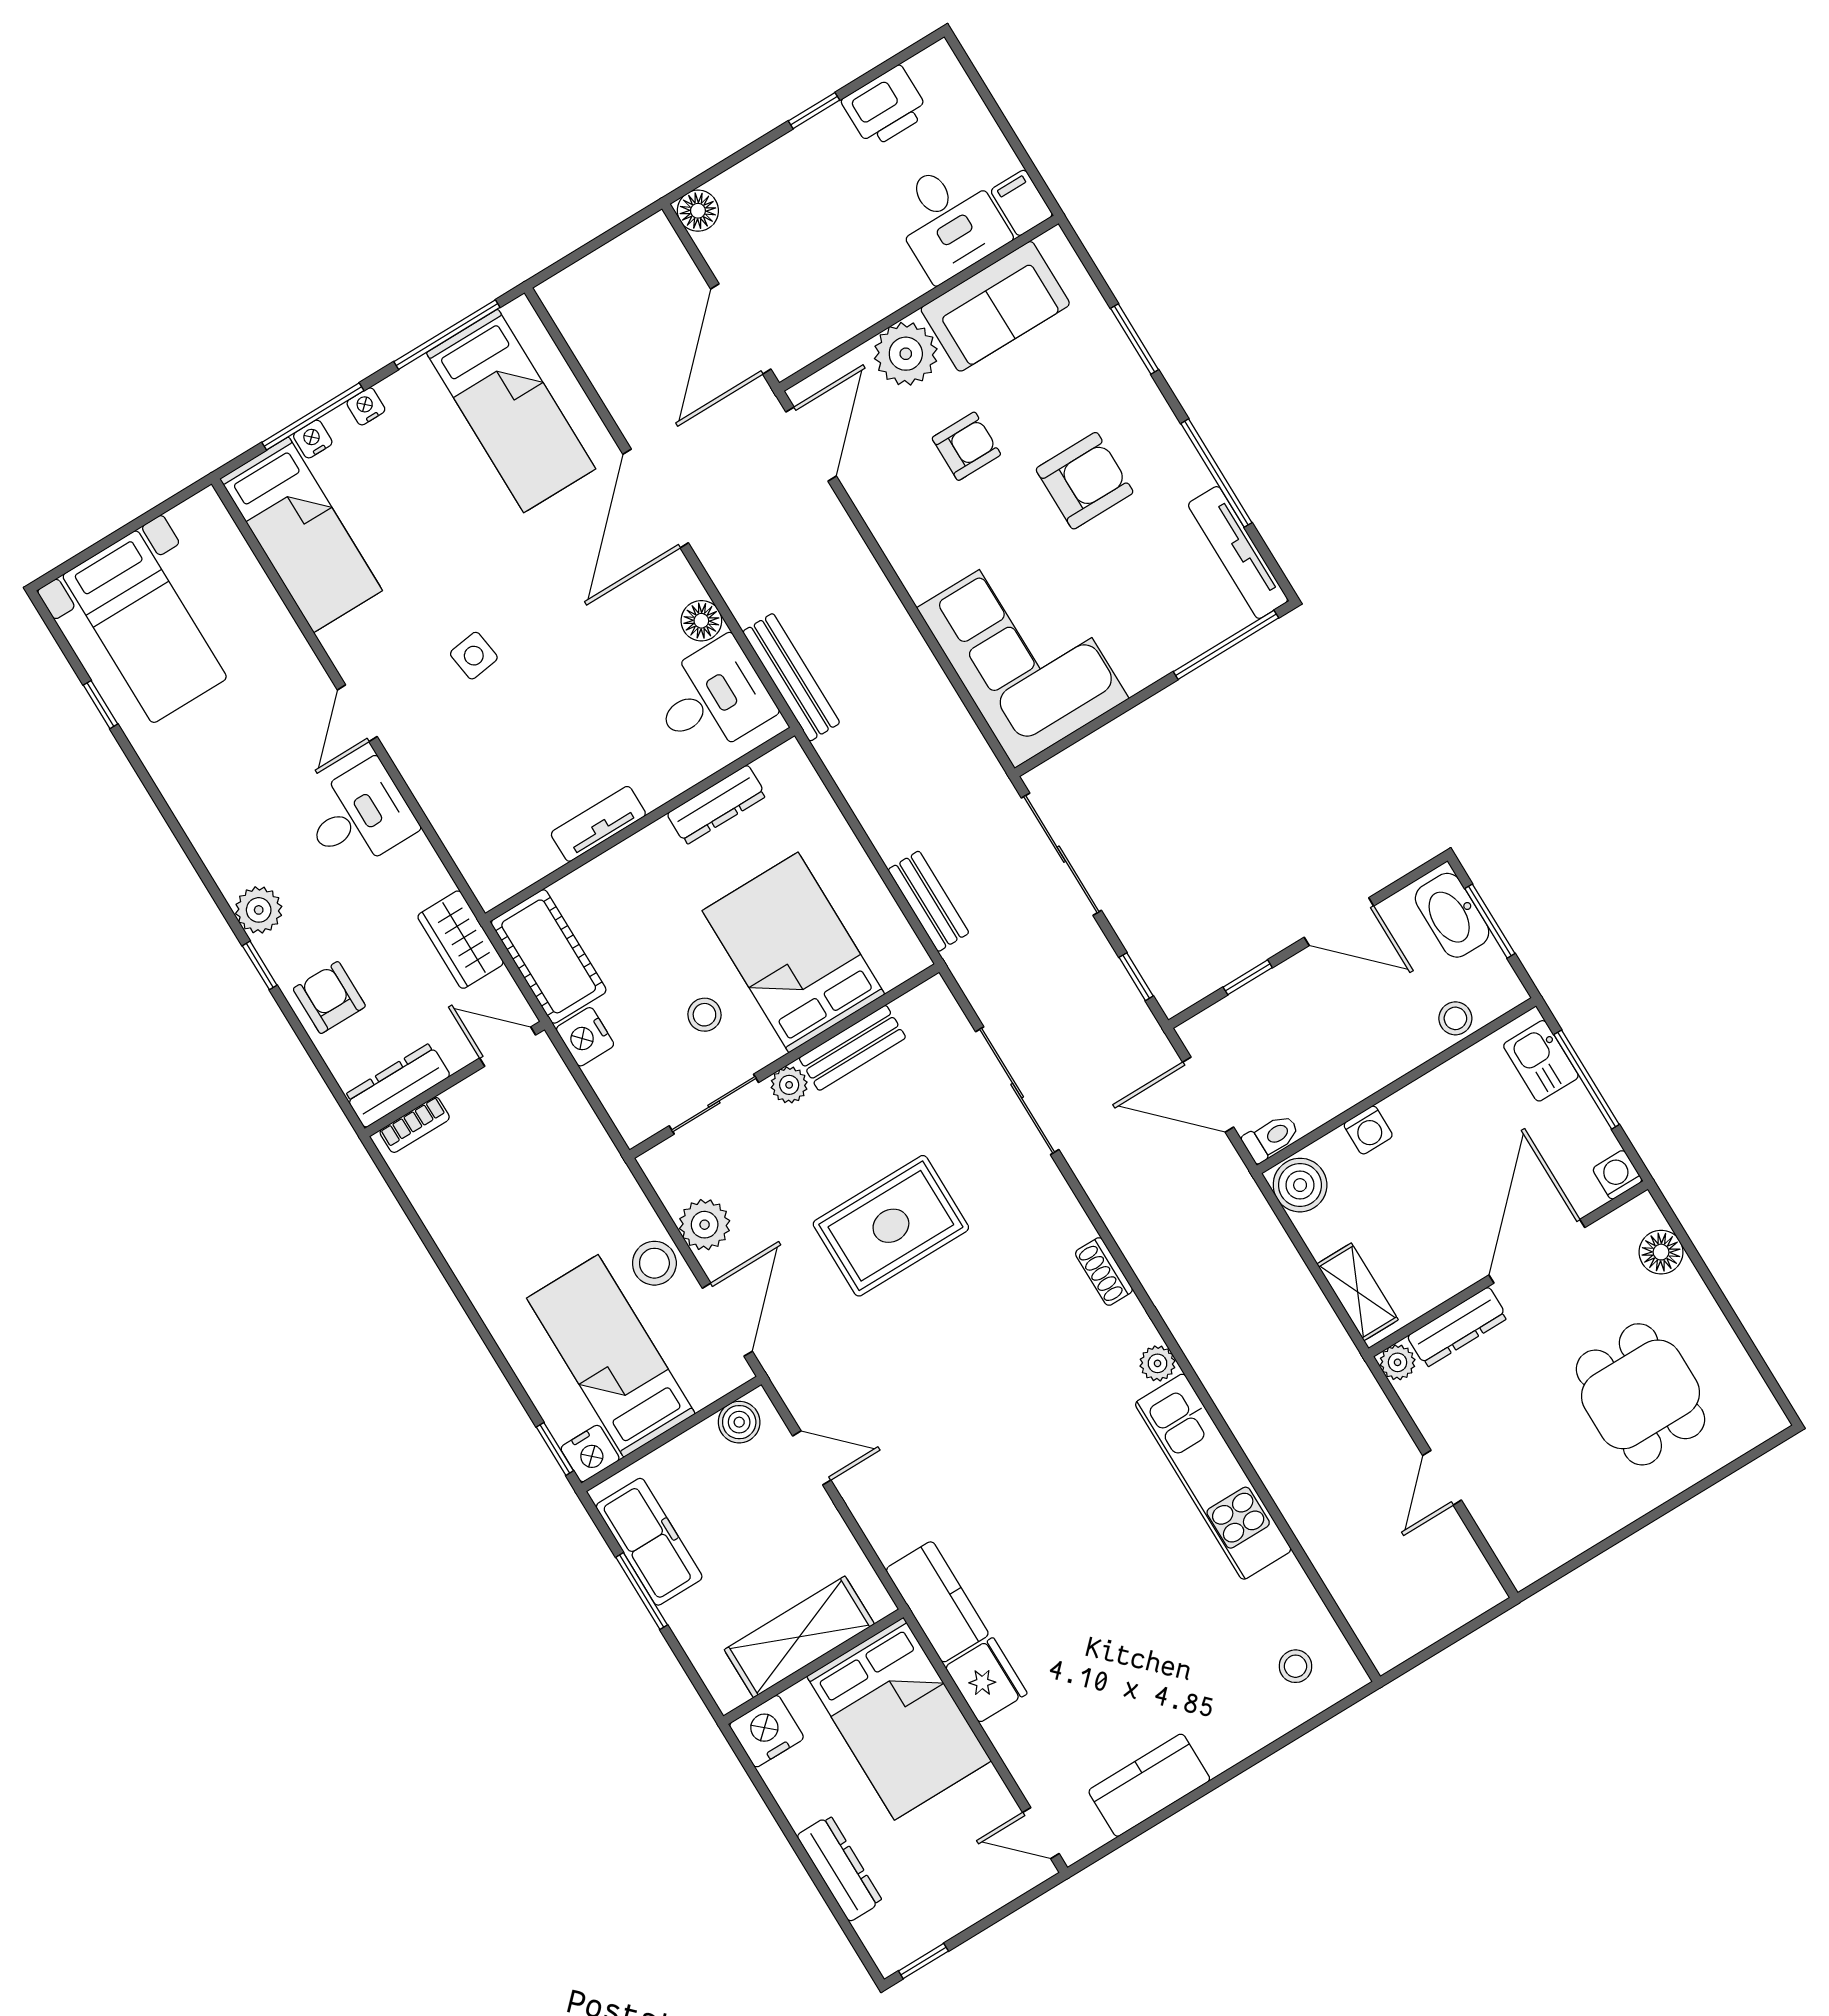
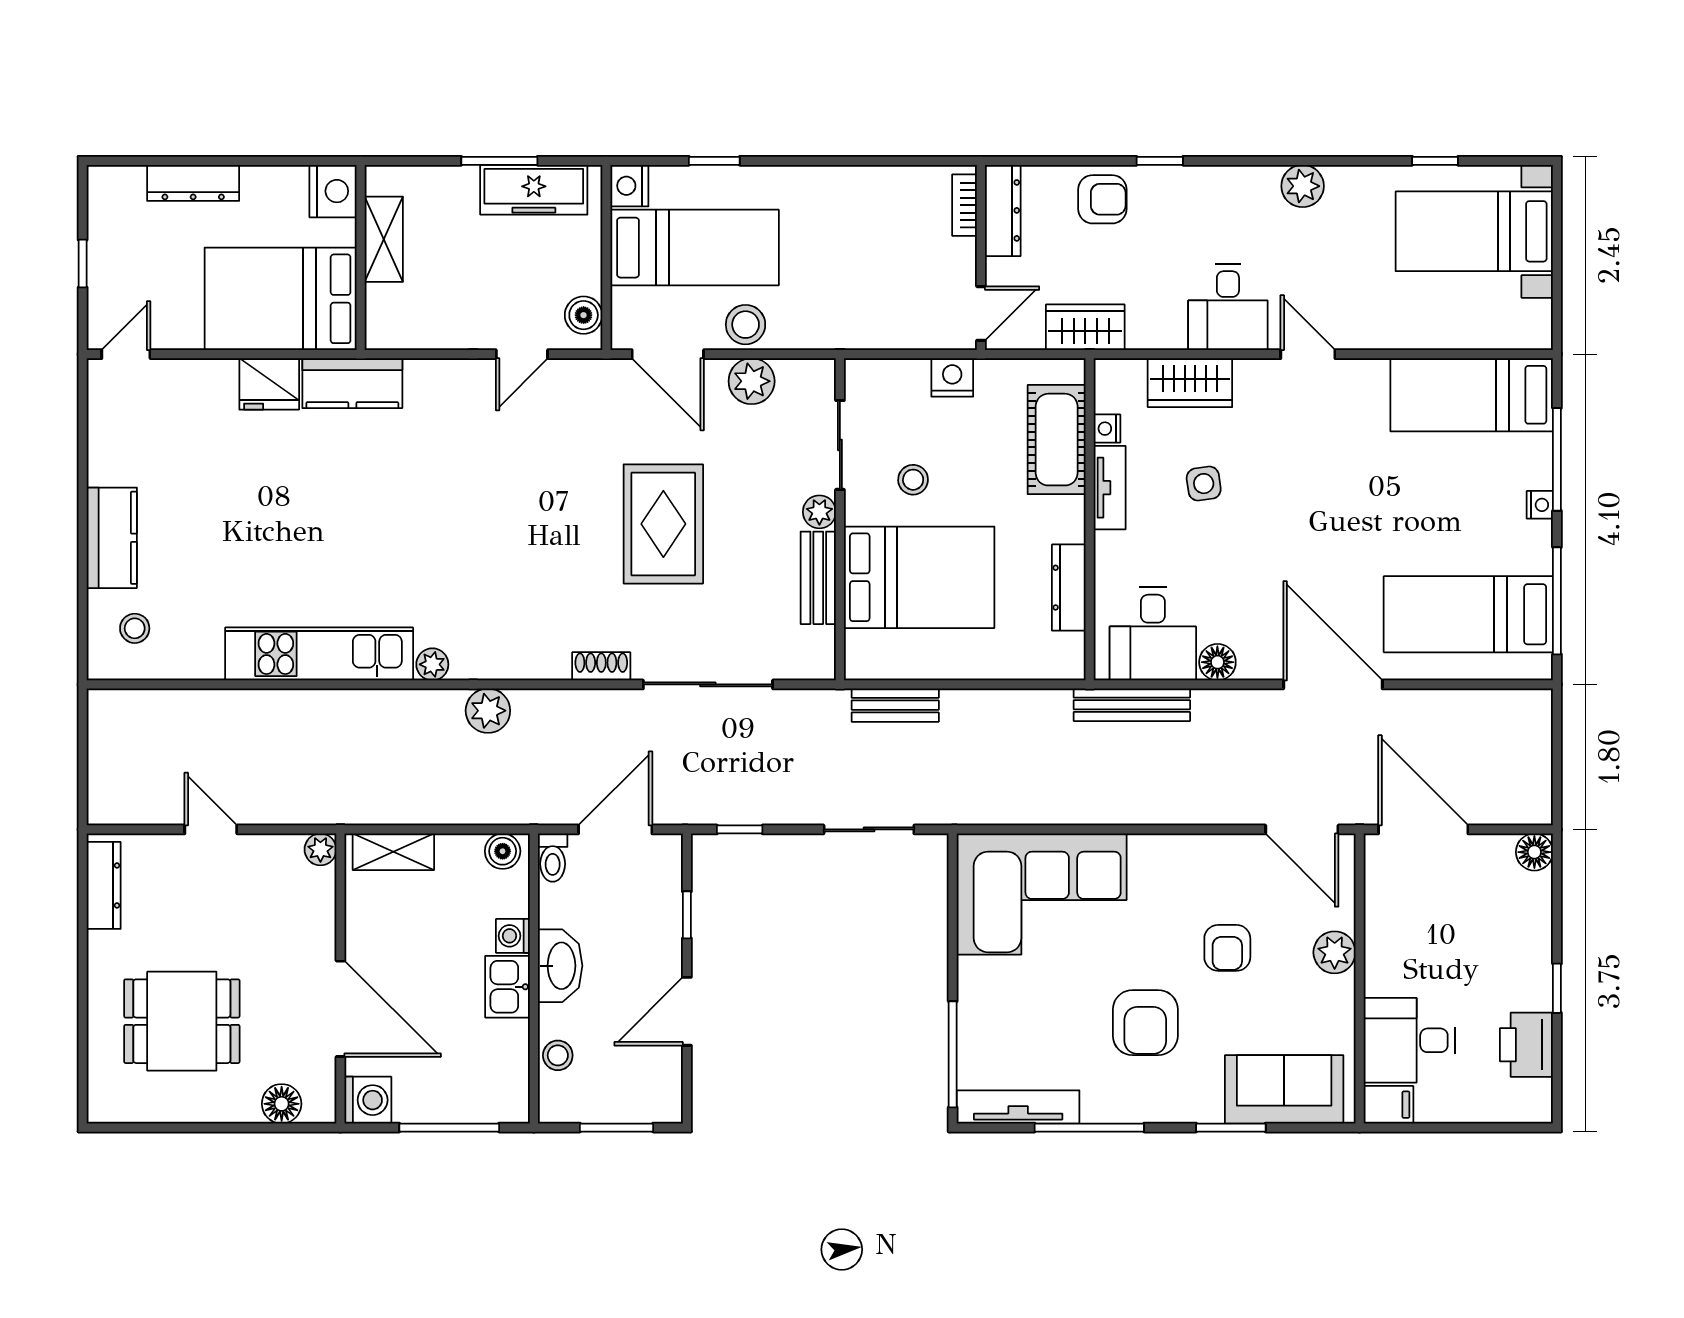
sofa: (995, 306) -> (1284, 1089), moved, turned 90
plant: (906, 354) -> (1335, 952), width x0.73, depth x0.73
nightstand: (313, 439) -> (1107, 429), moved, turned 180
side table: (474, 656) -> (1204, 484), moved
wardrobe: (452, 808) -> (1190, 383), added
sliding door: (1061, 854) -> (869, 829), width x0.73
plant: (259, 910) -> (1303, 186), moved
washbasin: (1452, 915) -> (560, 966), moved, turned 90
cot: (549, 956) -> (1057, 440), moved, turned 90
kitchen sink: (1541, 1061) -> (507, 987), moved, turned -90
washing machine: (1617, 1175) -> (368, 1100), width x1.38, depth x1.38
boiler: (1300, 1185) -> (503, 851), width x0.73, depth x0.73
shoe rack: (1104, 1271) -> (601, 666), moved
plant: (1169, 1284) -> (488, 711), added
dresser: (1457, 1327) -> (104, 885), moved, turned 180
window: (555, 1449) -> (714, 161), moved
shelving: (799, 1637) -> (384, 239), width x0.67, depth x0.75
kitchen counter: (1149, 1785) -> (112, 538), moved
window: (923, 1961) -> (83, 264), moved

